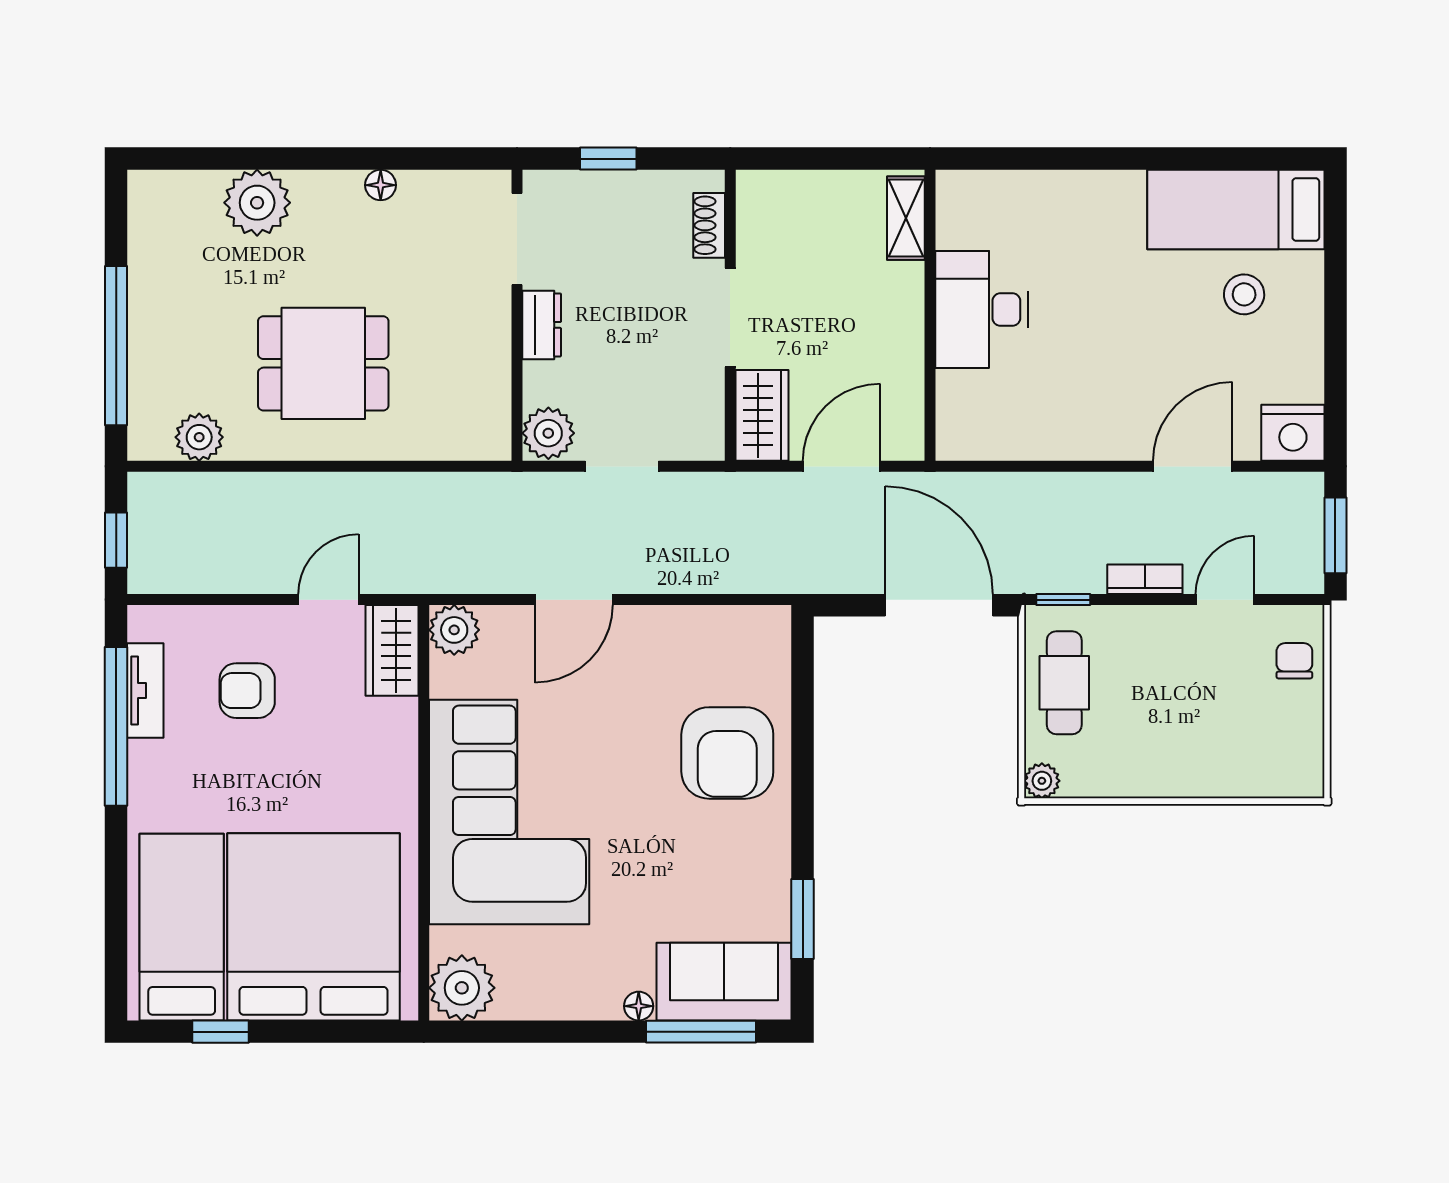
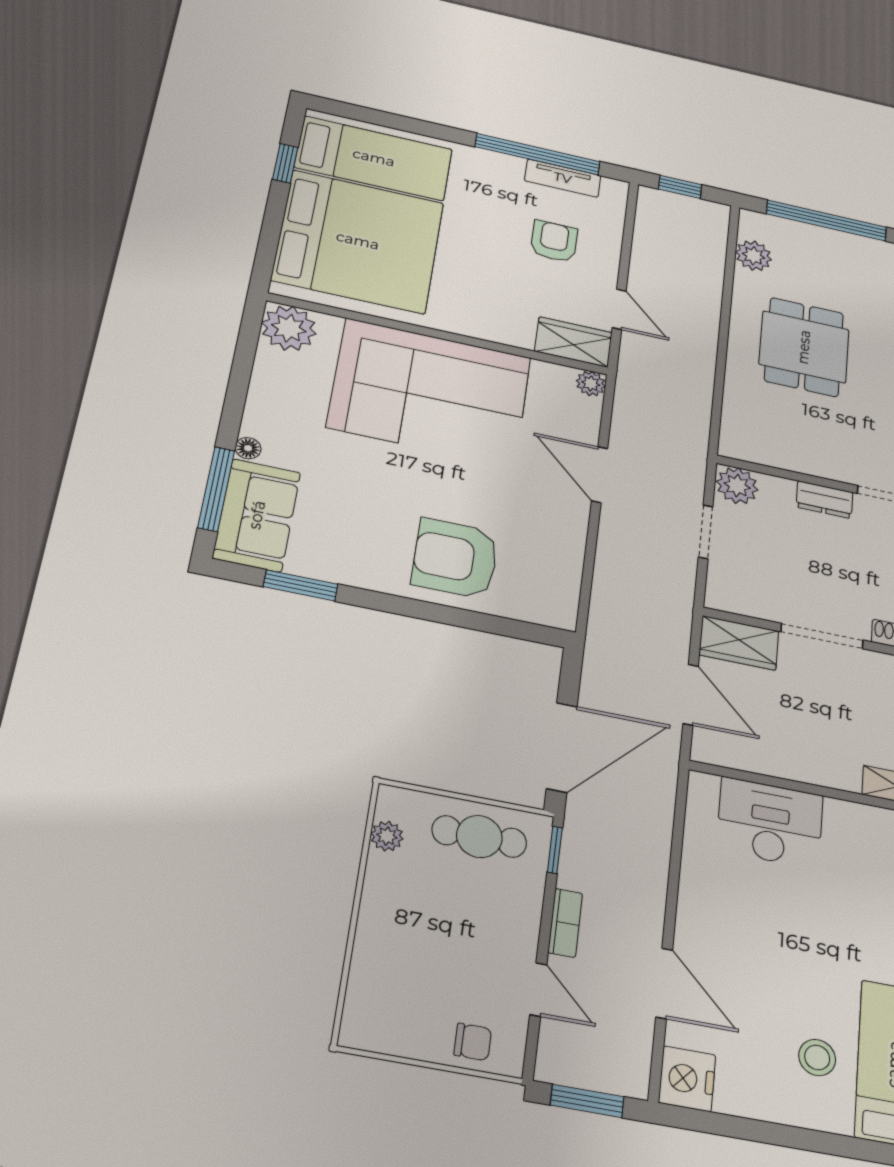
desk: (981, 310) -> (770, 823), moved
plant: (454, 630) -> (591, 384), width x0.73, depth x0.73
plant: (1042, 781) -> (387, 836), moved

